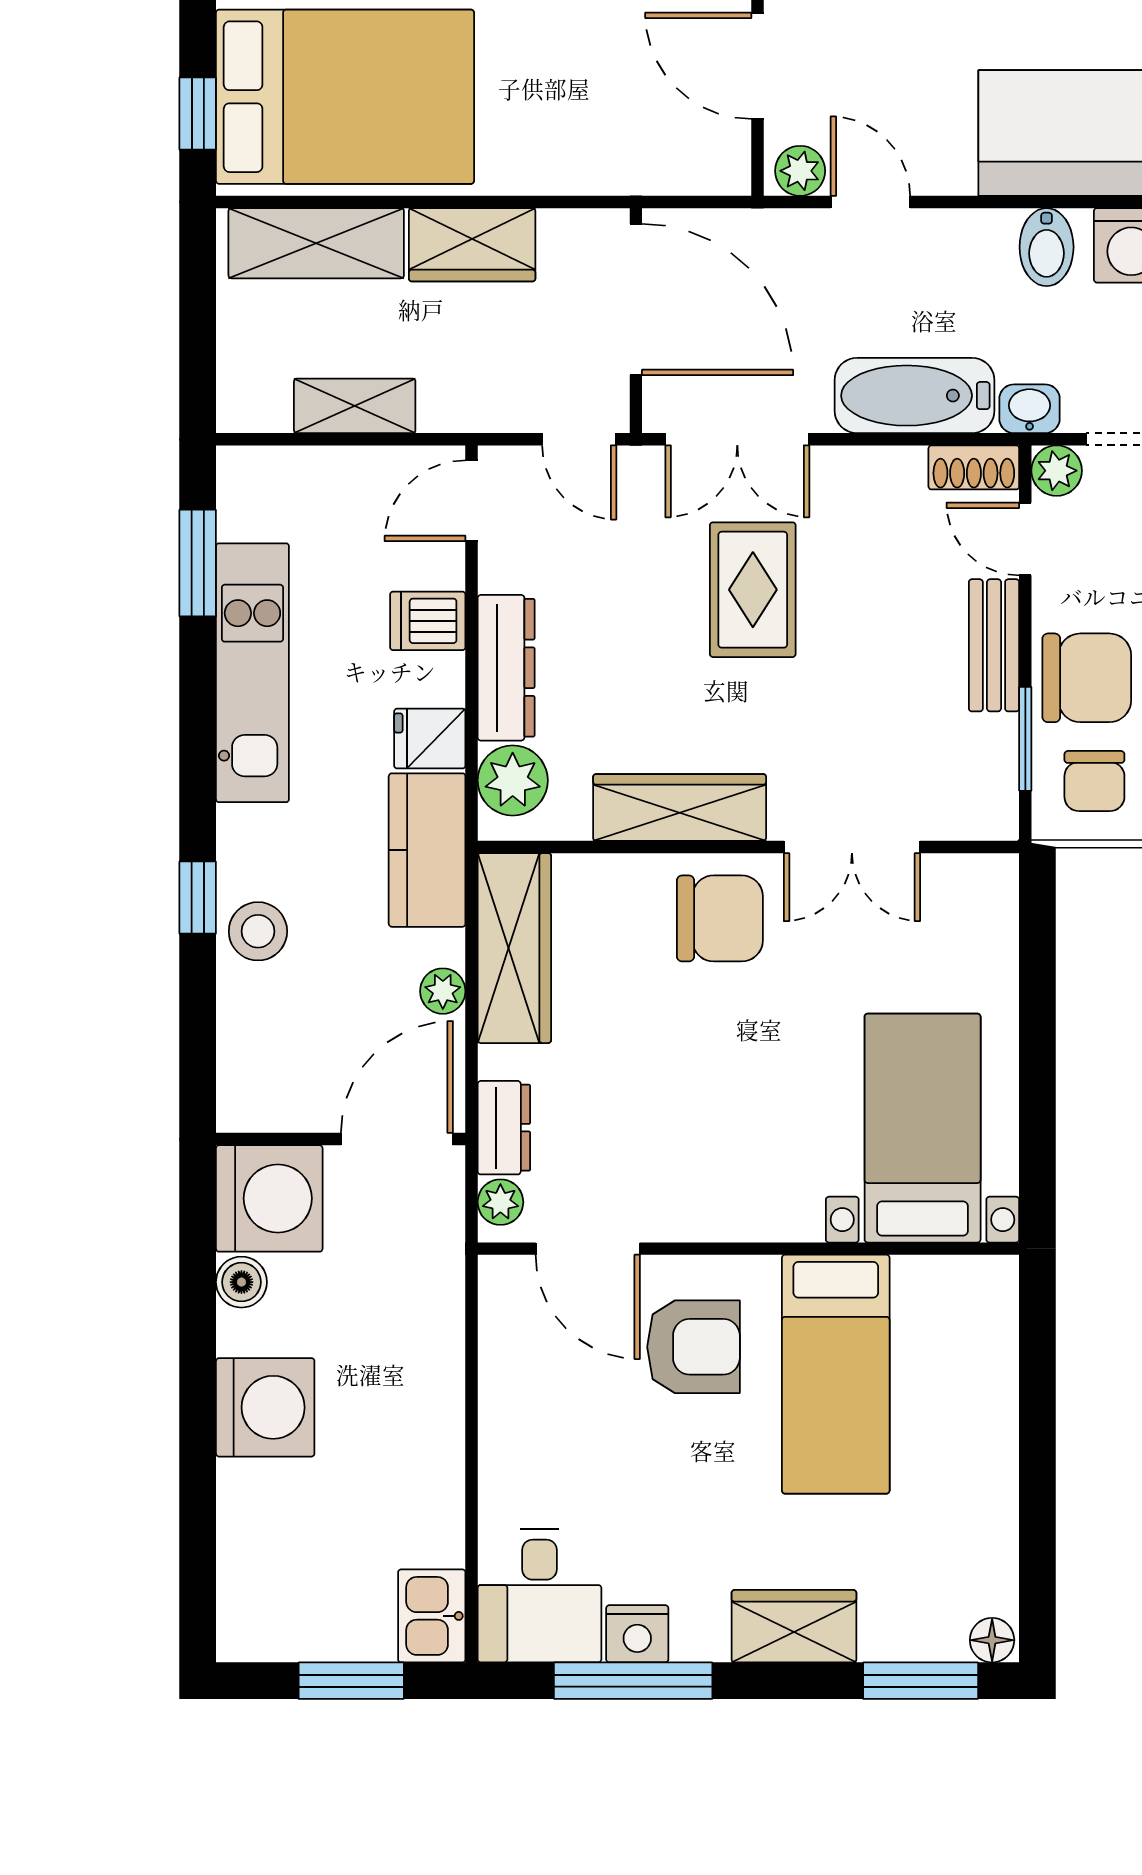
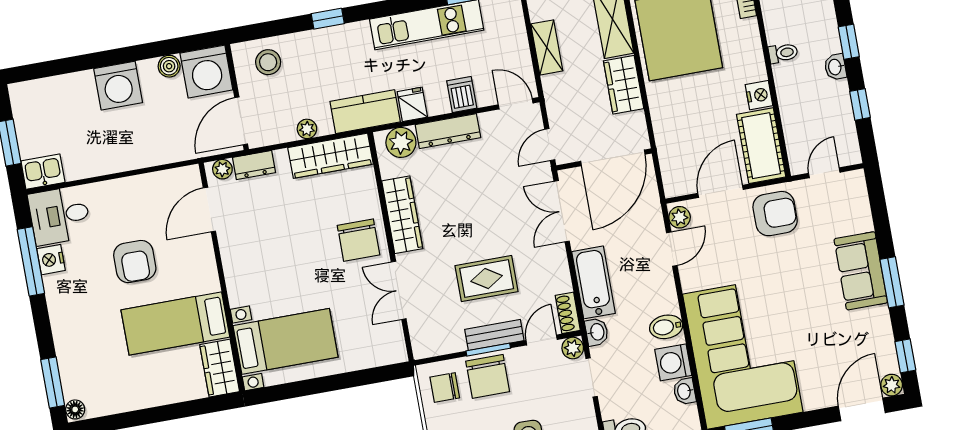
rug: (753, 590) -> (487, 279), moved
window: (1025, 739) -> (488, 350), moved
stool: (258, 931) -> (268, 62), moved
door: (397, 1139) -> (241, 121), swing flipped
armchair: (693, 1347) -> (135, 262), moved
wardrobe: (794, 1626) -> (220, 368), moved, turned 180

